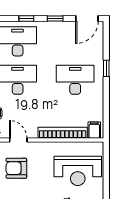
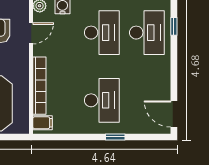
window: (26, 19) -> (174, 26), moved
window: (55, 19) -> (174, 77), removed

